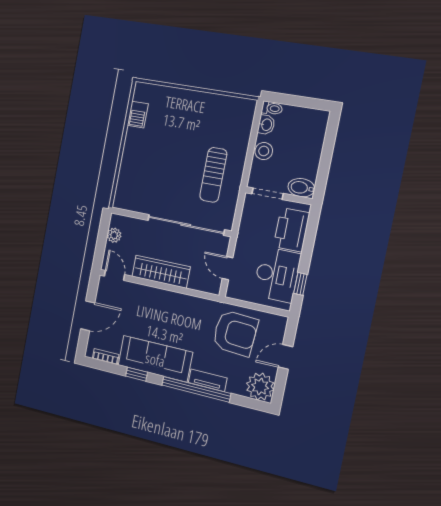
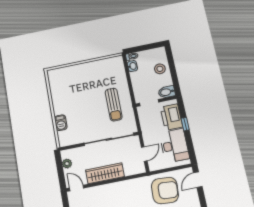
barbecue: (138, 115) -> (61, 123), moved
stool: (264, 151) -> (160, 69), moved
door: (228, 268) -> (144, 154), swing flipped
window: (300, 284) -> (185, 124), moved
door: (285, 357) -> (198, 180), moved

